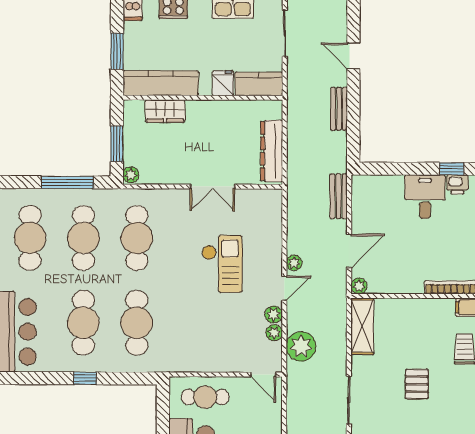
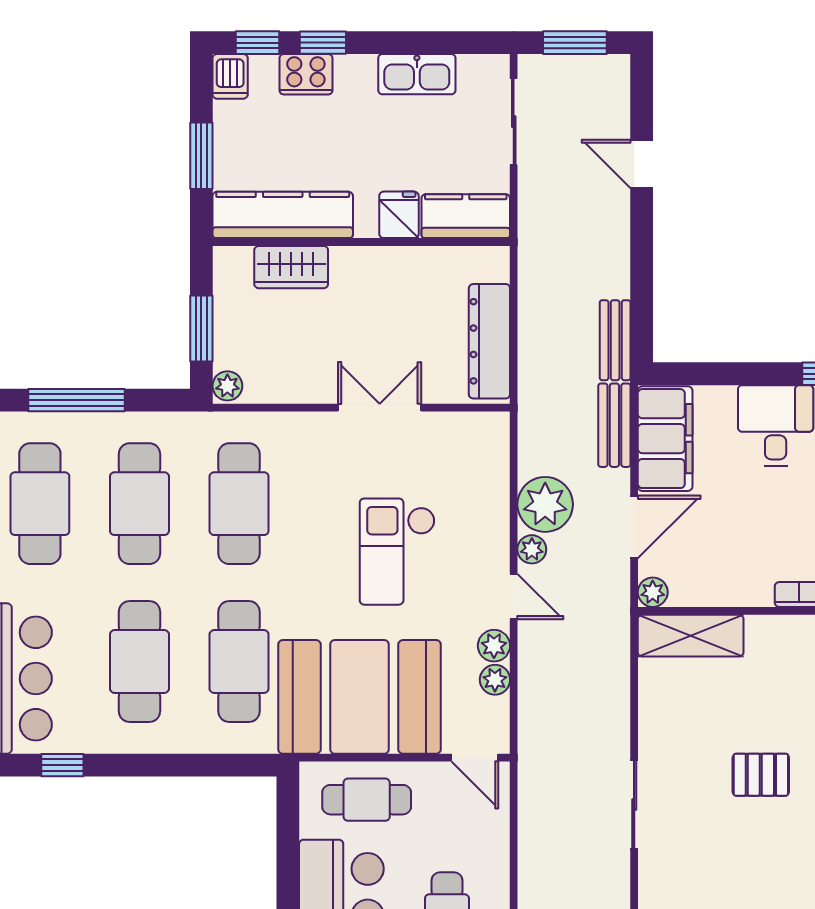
bench: (339, 109) -> (615, 340), moved
window: (67, 182) -> (77, 400), moved
double door: (212, 187) -> (380, 408), swing flipped
filing cabinet: (366, 203) -> (665, 439), added
checkout: (222, 264) -> (397, 552), turned 180
door: (284, 288) -> (514, 597), hinge flipped
shelving: (362, 326) -> (691, 636), moved, turned 90
booth: (201, 342) -> (360, 697), added
plant: (301, 346) -> (545, 504), moved
window: (85, 378) -> (62, 765), moved
pallet: (417, 384) -> (761, 775), turned 90

